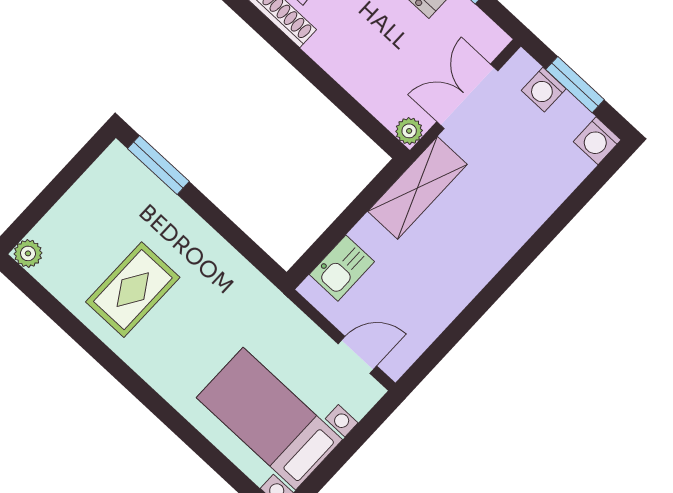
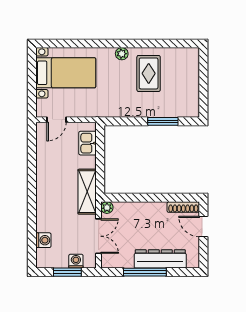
washing machine: (597, 141) -> (43, 240), moved, turned 90
window: (158, 165) -> (163, 121), moved
plant: (28, 253) -> (122, 54), moved

